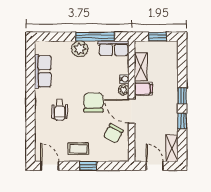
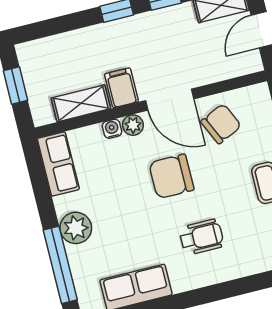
window: (95, 37) -> (60, 265), moved
door: (132, 111) -> (170, 100), hinge flipped
chair: (113, 134) -> (221, 124), turned -54

